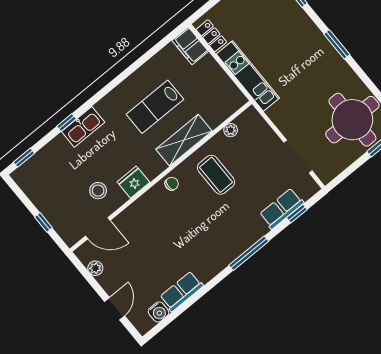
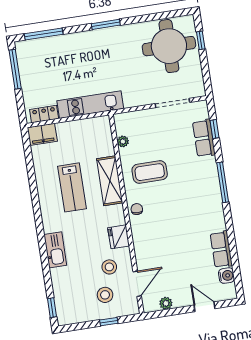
window: (67, 123) -> (45, 260), removed
stool: (68, 203) -> (105, 295), added

